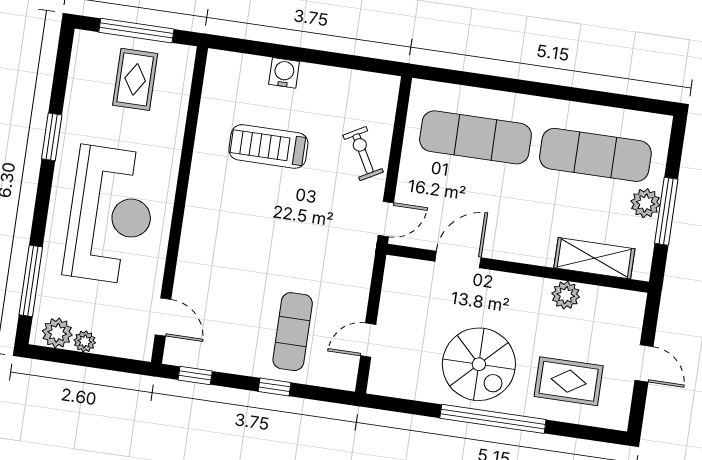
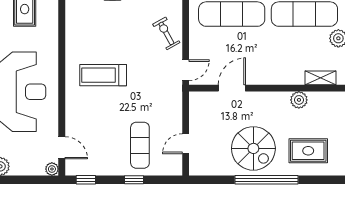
treadmill: (268, 146) -> (103, 75), moved
shelving: (594, 258) -> (320, 78), width x0.67, depth x0.75
plant: (85, 341) -> (52, 169), moved

